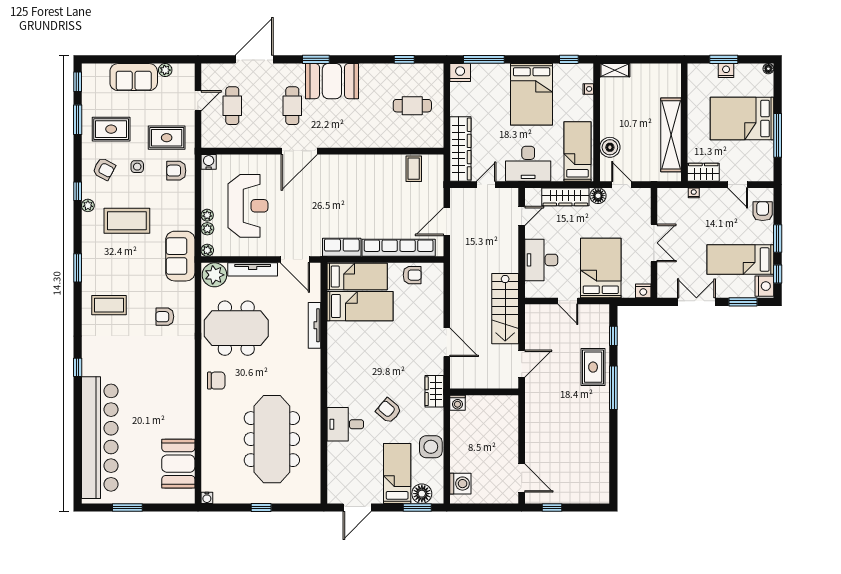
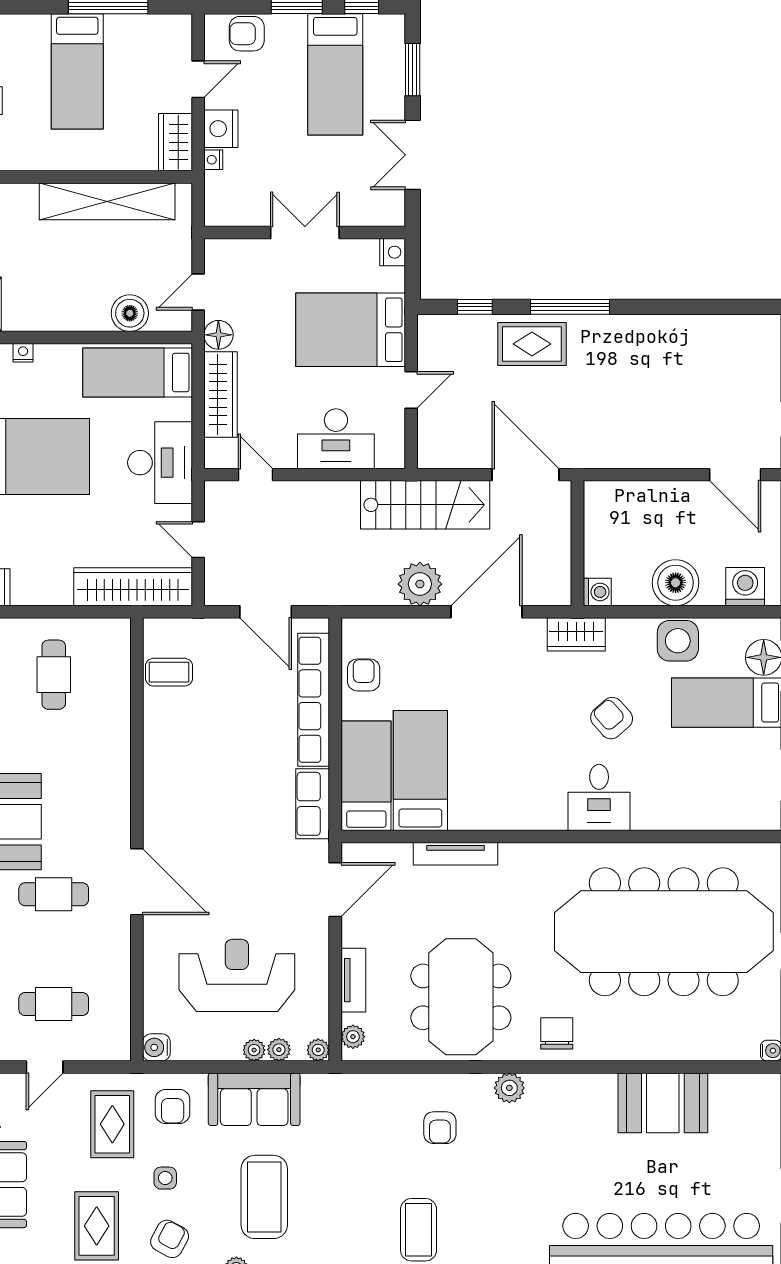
door: (198, 101) -> (45, 1067), swing flipped
bed: (742, 119) -> (77, 71), width x0.67
sofa: (180, 256) -> (254, 1099), moved
tv unit: (253, 269) -> (353, 980), width x0.71
plant: (214, 275) -> (353, 1037), width x0.53, depth x0.53
nightstand: (764, 286) -> (221, 129), moved, turned -90
plant: (462, 306) -> (420, 584), added
door: (447, 342) -> (487, 612), width x1.36
plant: (186, 355) -> (509, 1088), added
door: (522, 364) -> (526, 475), width x1.36
armchair: (389, 411) -> (612, 718), turned 99
desk: (345, 424) -> (599, 797), moved
meeting table: (272, 439) -> (664, 932), width x1.36, depth x1.27
boiler: (463, 446) -> (676, 583), added
booth: (178, 464) -> (663, 1103), moved
door: (522, 478) -> (735, 475), swing flipped

